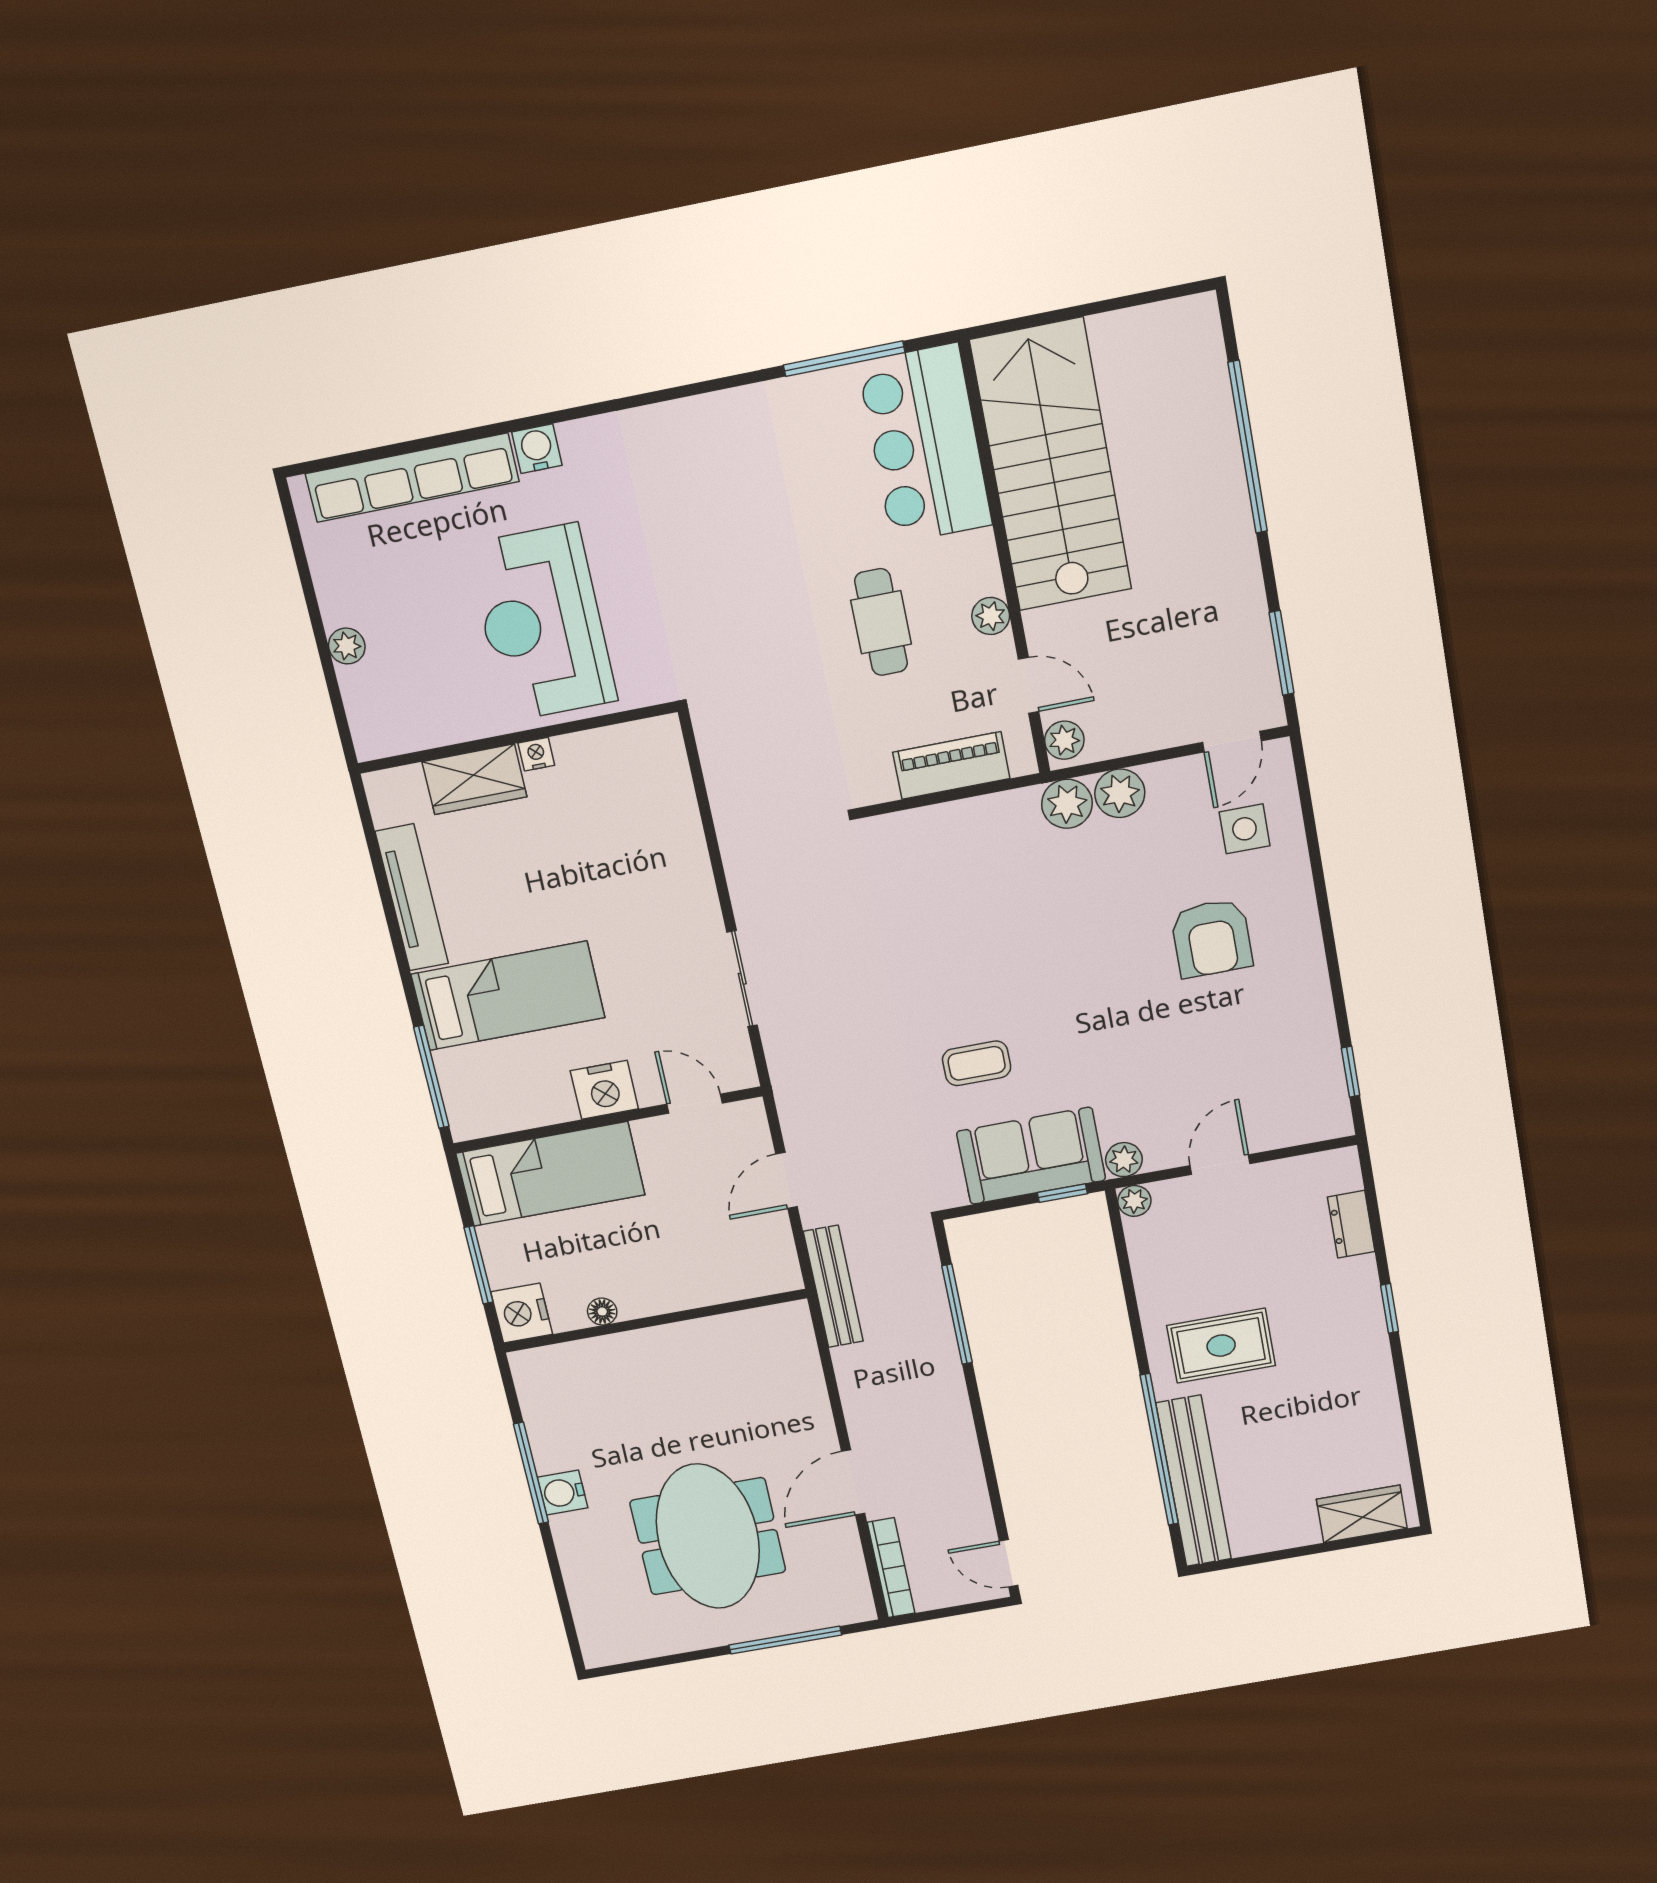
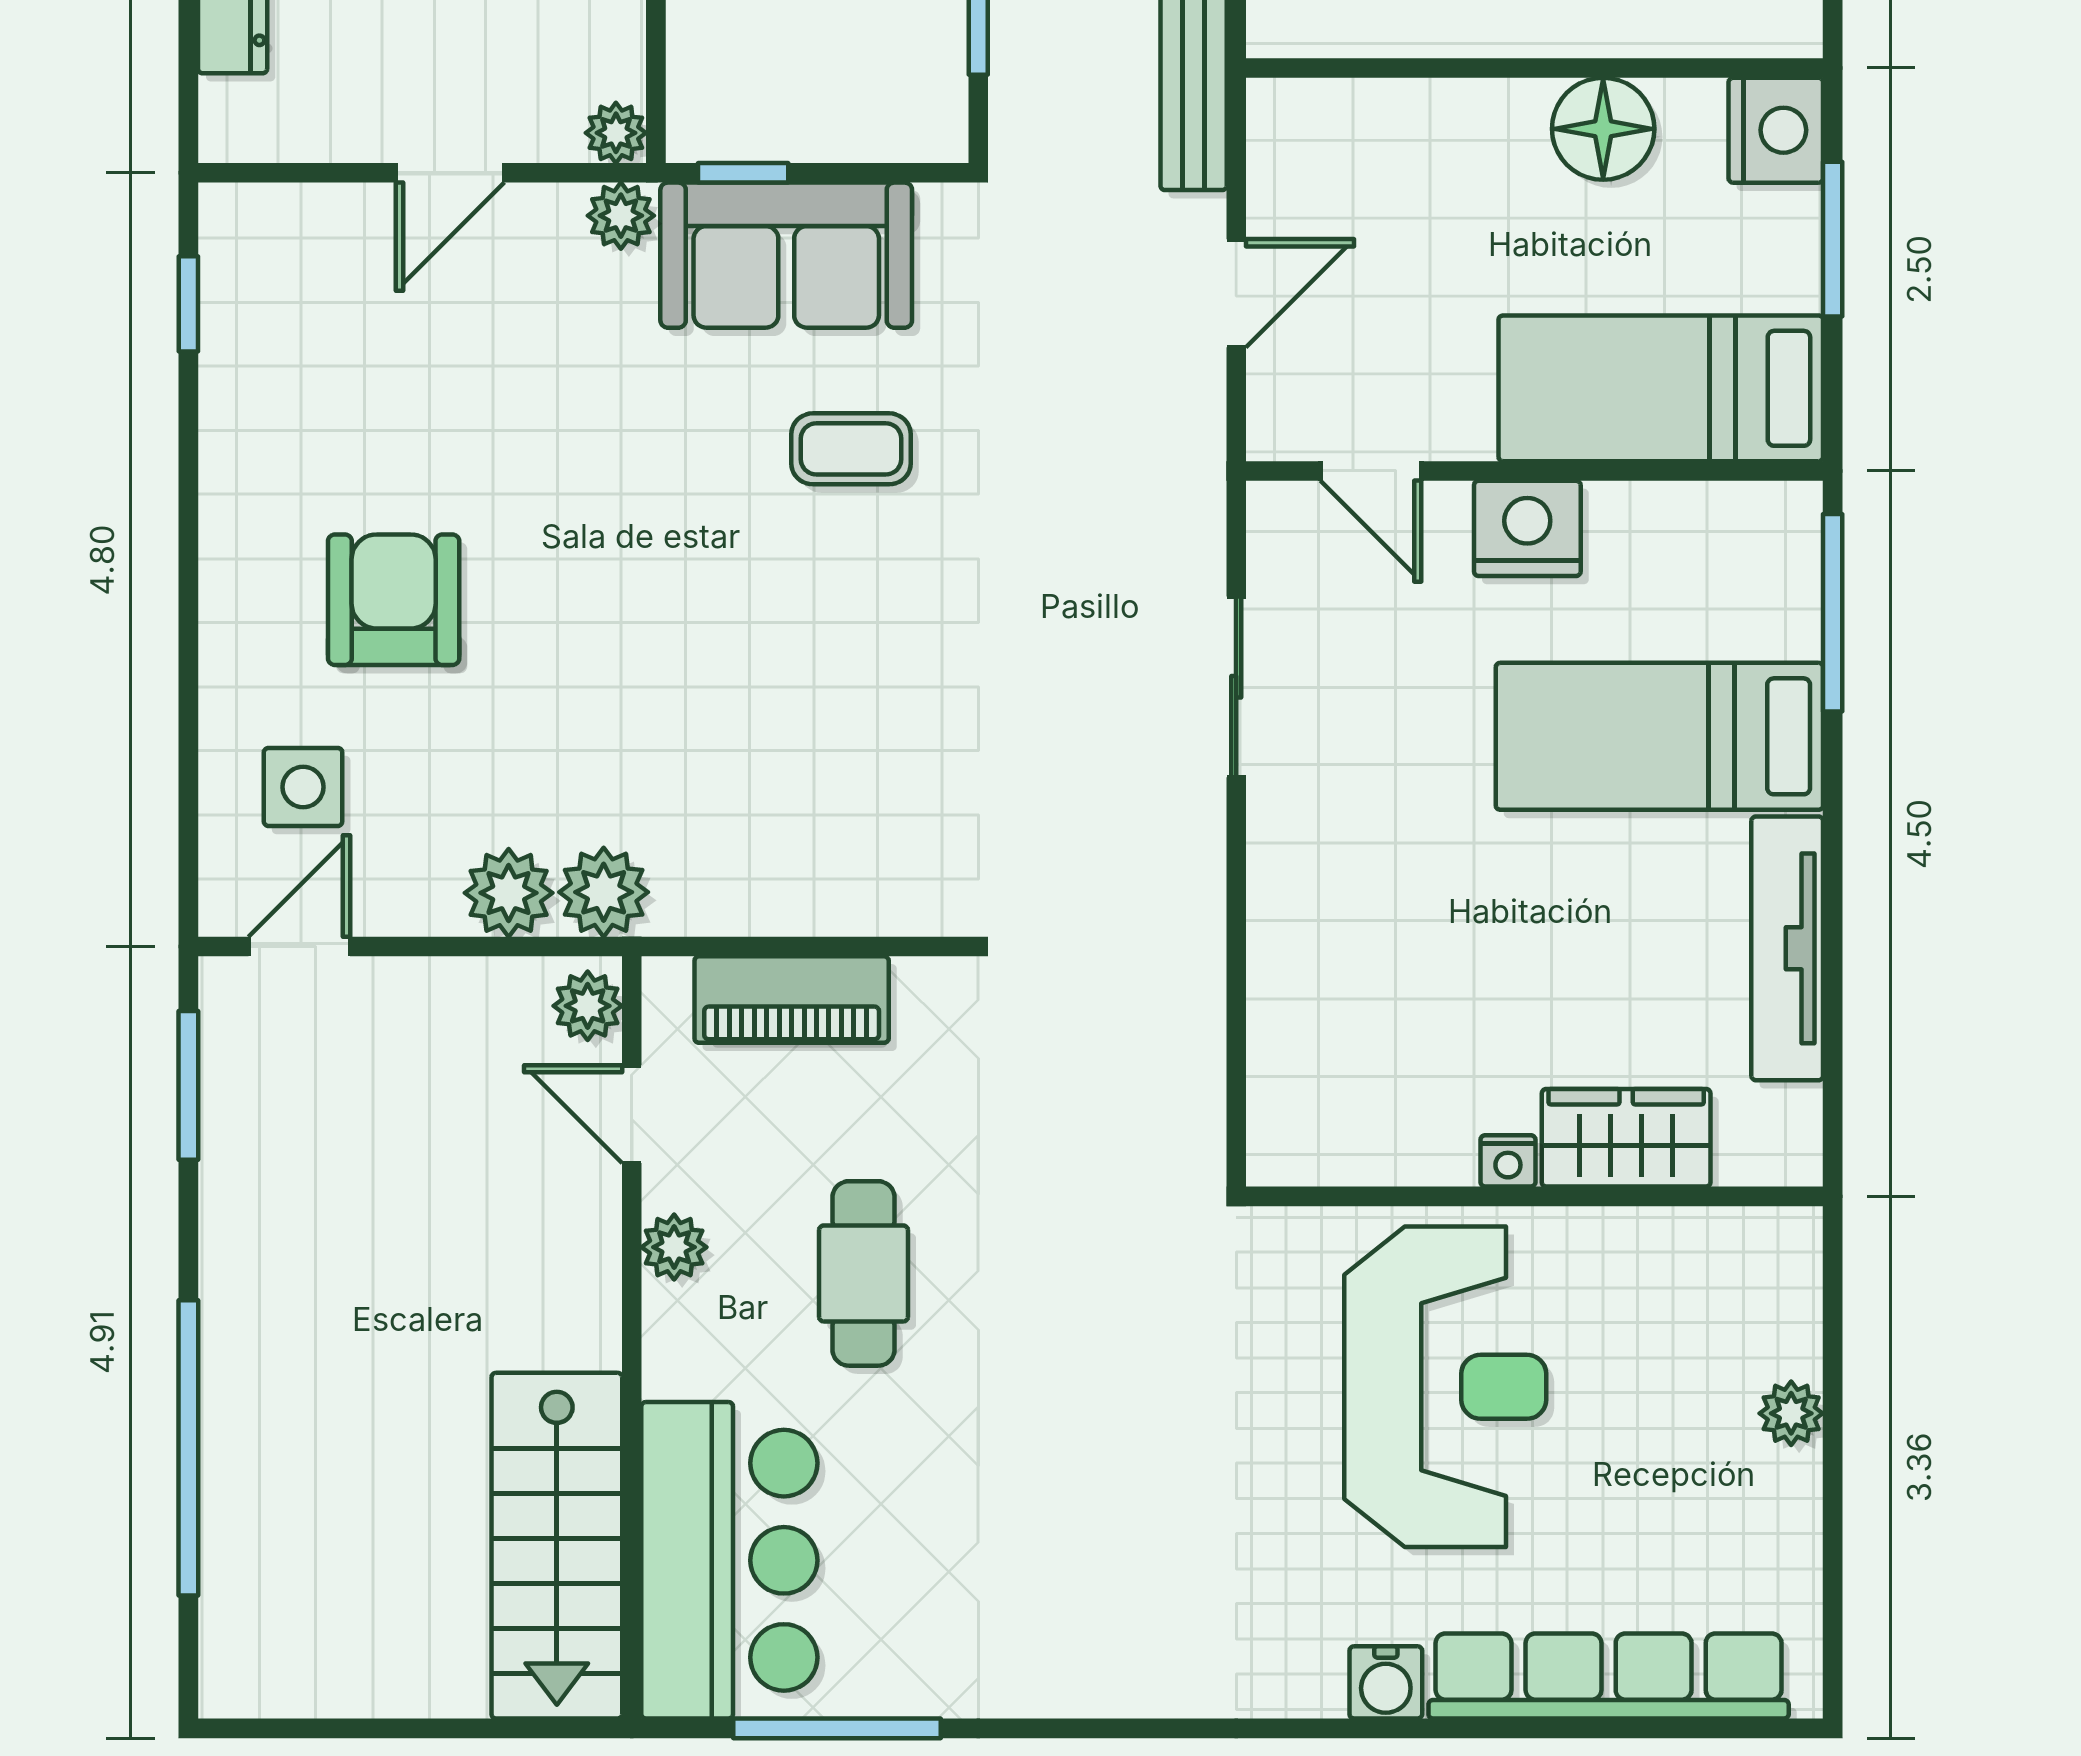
stairs: (1051, 465) -> (557, 1546), width x0.73, depth x0.66
floor lamp: (602, 1312) -> (1603, 129), width x1.89, depth x1.89

